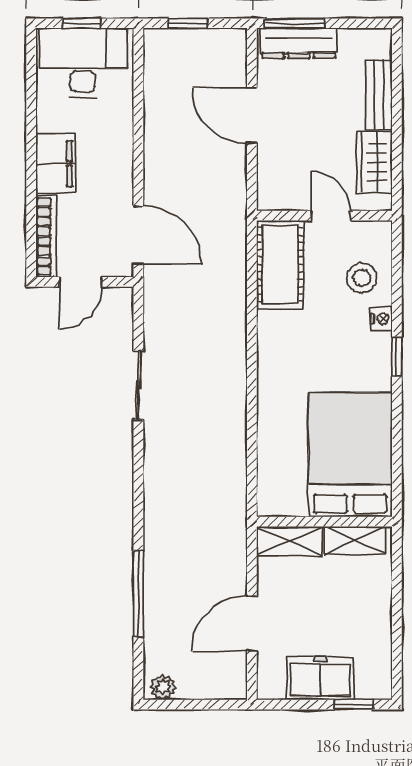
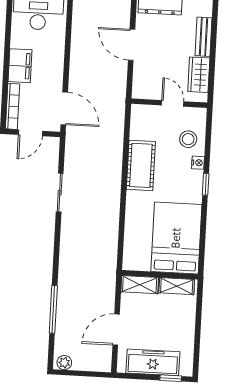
cot: (280, 264) -> (141, 165), moved
freezer: (320, 678) -> (153, 362), width x1.40

